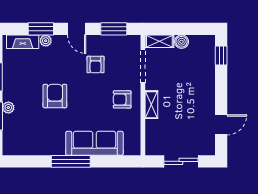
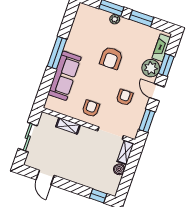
door: (77, 29) -> (157, 92), hinge flipped
plant: (46, 41) -> (151, 68), width x1.88, depth x1.88
armchair: (96, 65) -> (125, 97), turned 90
armchair: (55, 96) -> (111, 58), turned 90
shelving: (151, 105) -> (68, 126), moved

